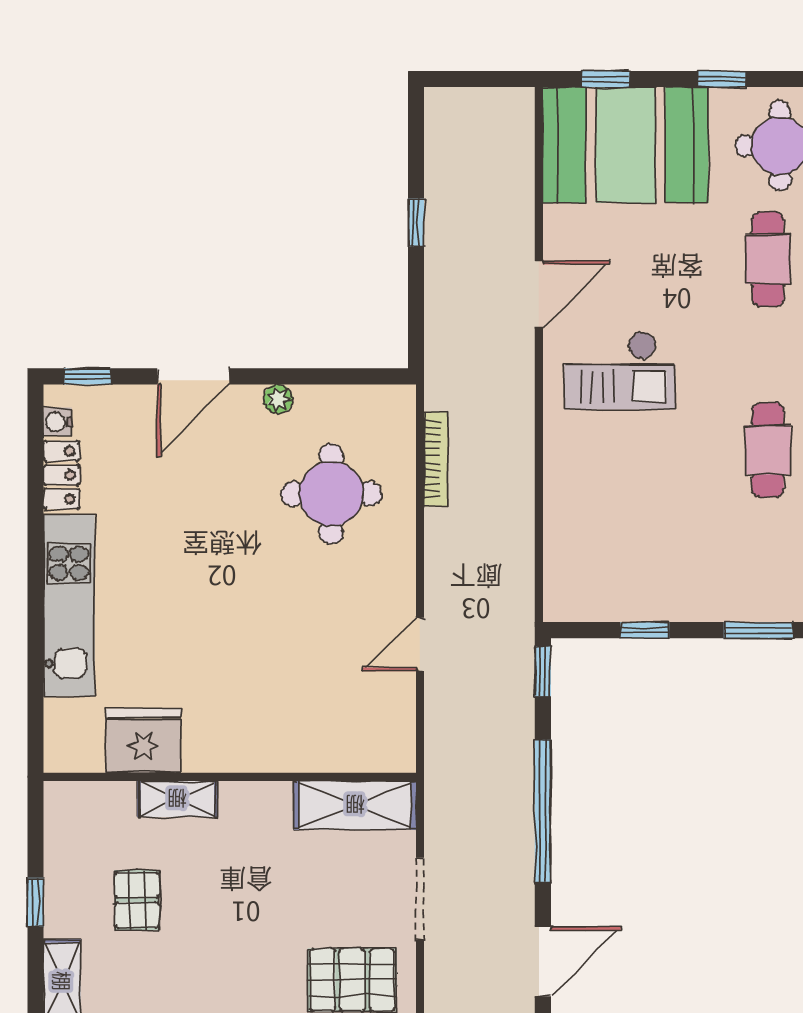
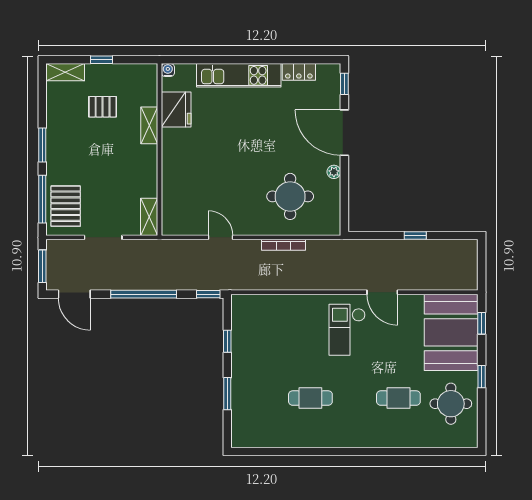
door: (193, 376) -> (344, 133), width x1.36
water cooler: (57, 422) -> (168, 70), moved
bookcase: (436, 459) -> (283, 245), moved
shelving: (355, 805) -> (149, 217), width x0.67, depth x0.75

